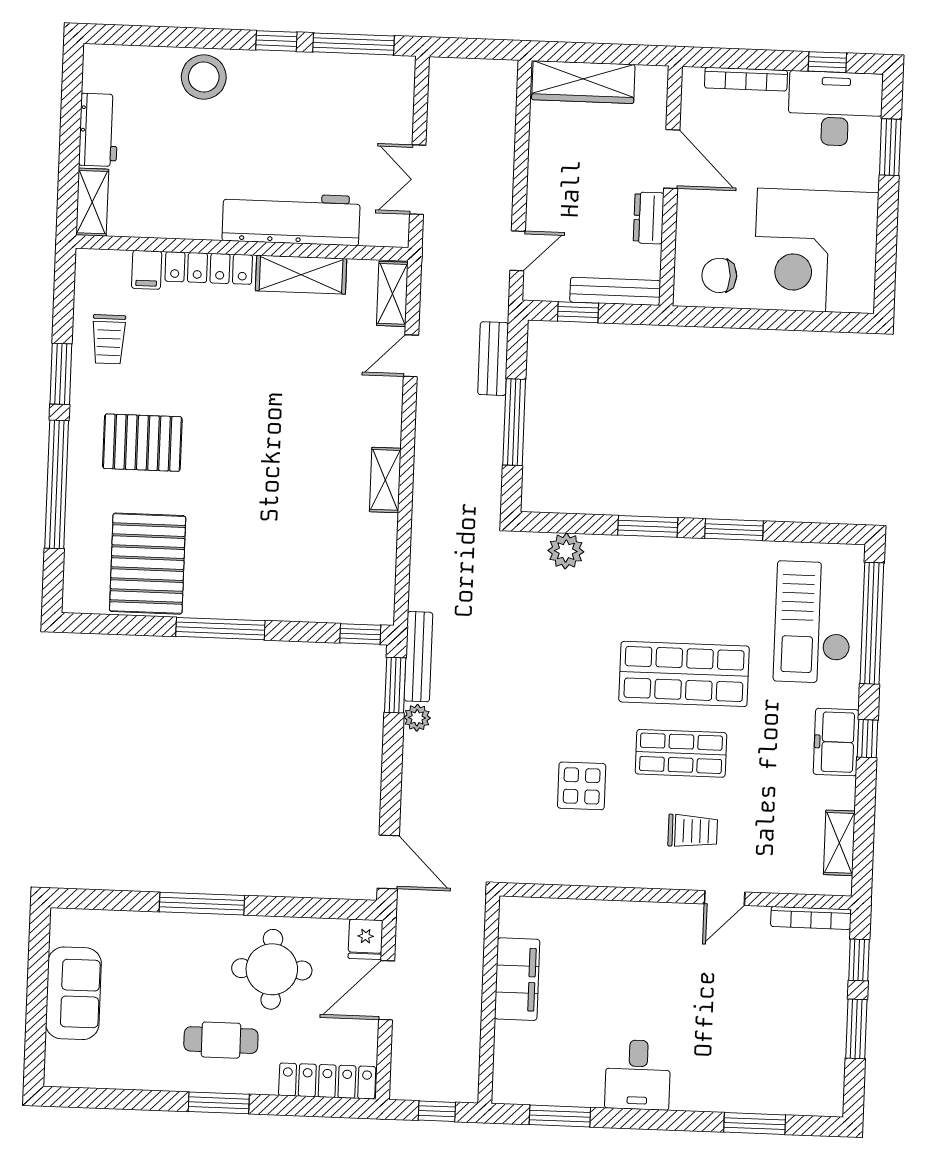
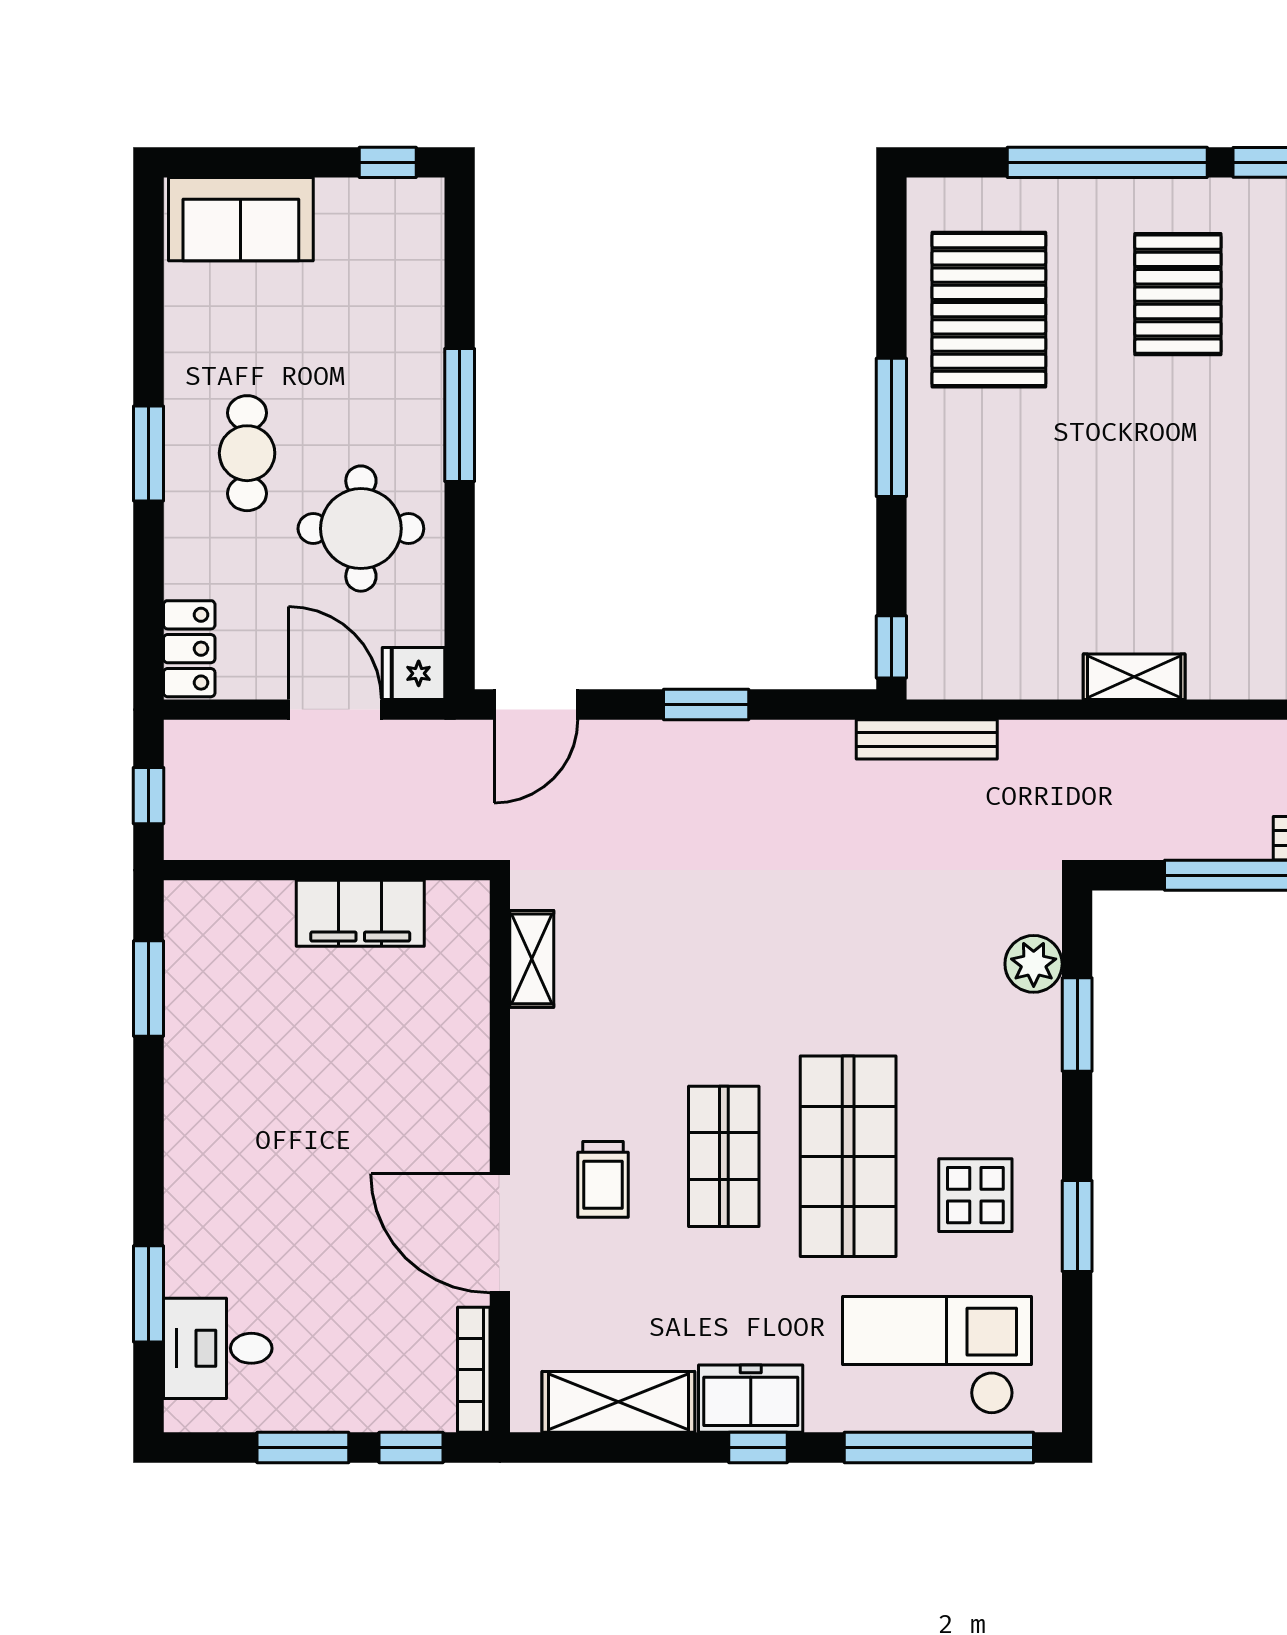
window: (648, 526) -> (1077, 1025), moved
pallet: (148, 564) -> (989, 310), turned 90
bench: (418, 657) -> (927, 739), moved
window: (395, 685) -> (706, 705), moved
plant: (417, 718) -> (764, 741), removed
display table: (582, 786) -> (975, 1195), moved
shelving: (839, 843) -> (618, 1402), width x1.50, depth x1.33
shelving: (550, 871) -> (532, 959), added
door: (725, 898) -> (500, 1233), width x1.88
window: (39, 943) -> (388, 162), added
sofa: (73, 993) -> (241, 219), moved
desk: (638, 1075) -> (218, 1348), moved
locker: (327, 1081) -> (189, 649), width x0.66

